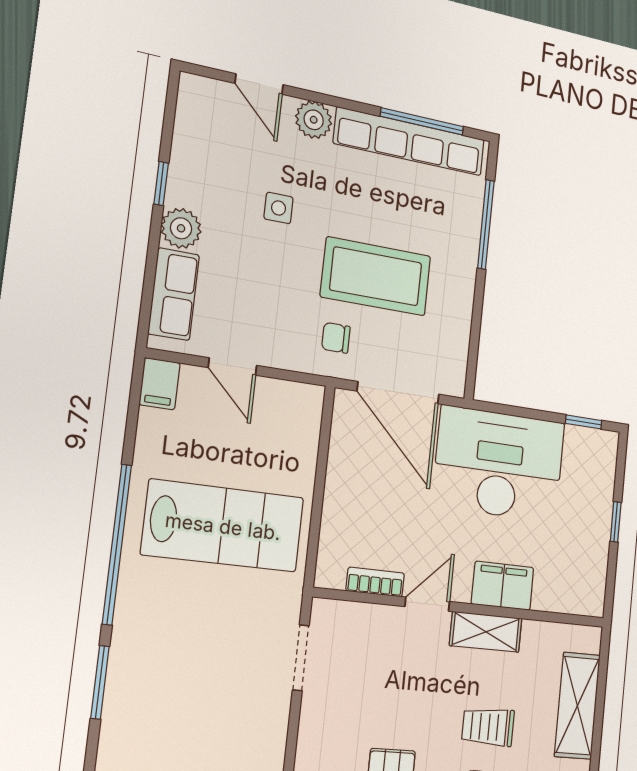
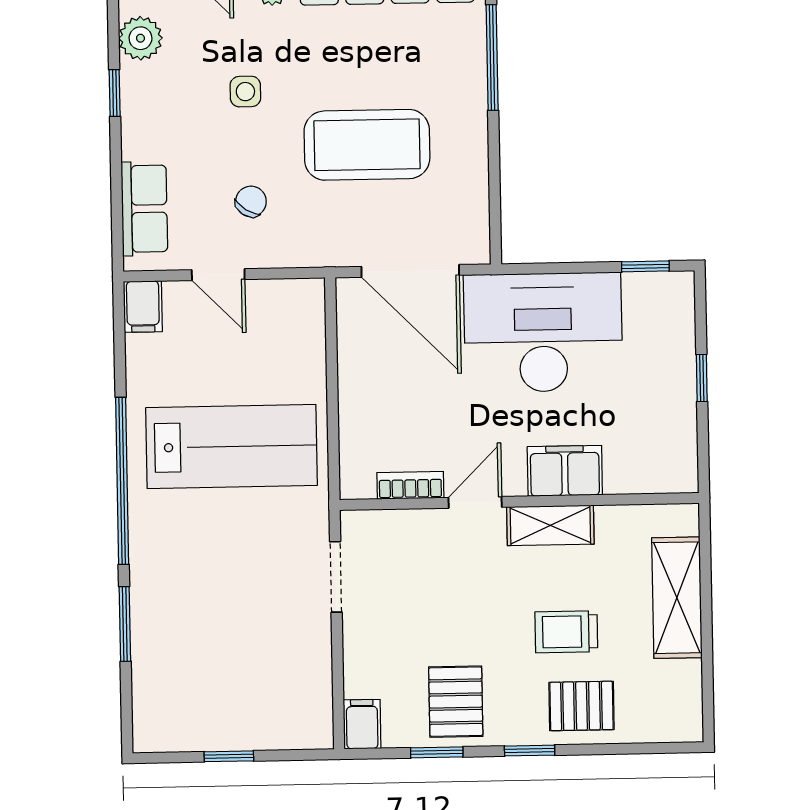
plant: (181, 228) -> (140, 38), moved
chair: (336, 338) -> (251, 201), moved, turned 123

